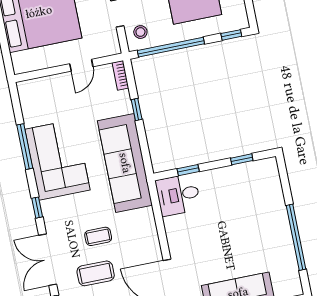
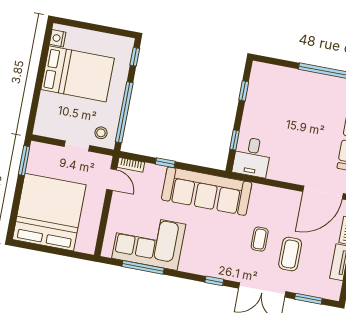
door: (81, 65) -> (112, 180), moved
window: (25, 147) -> (143, 267), moved
corner sofa: (57, 160) -> (149, 241), moved

